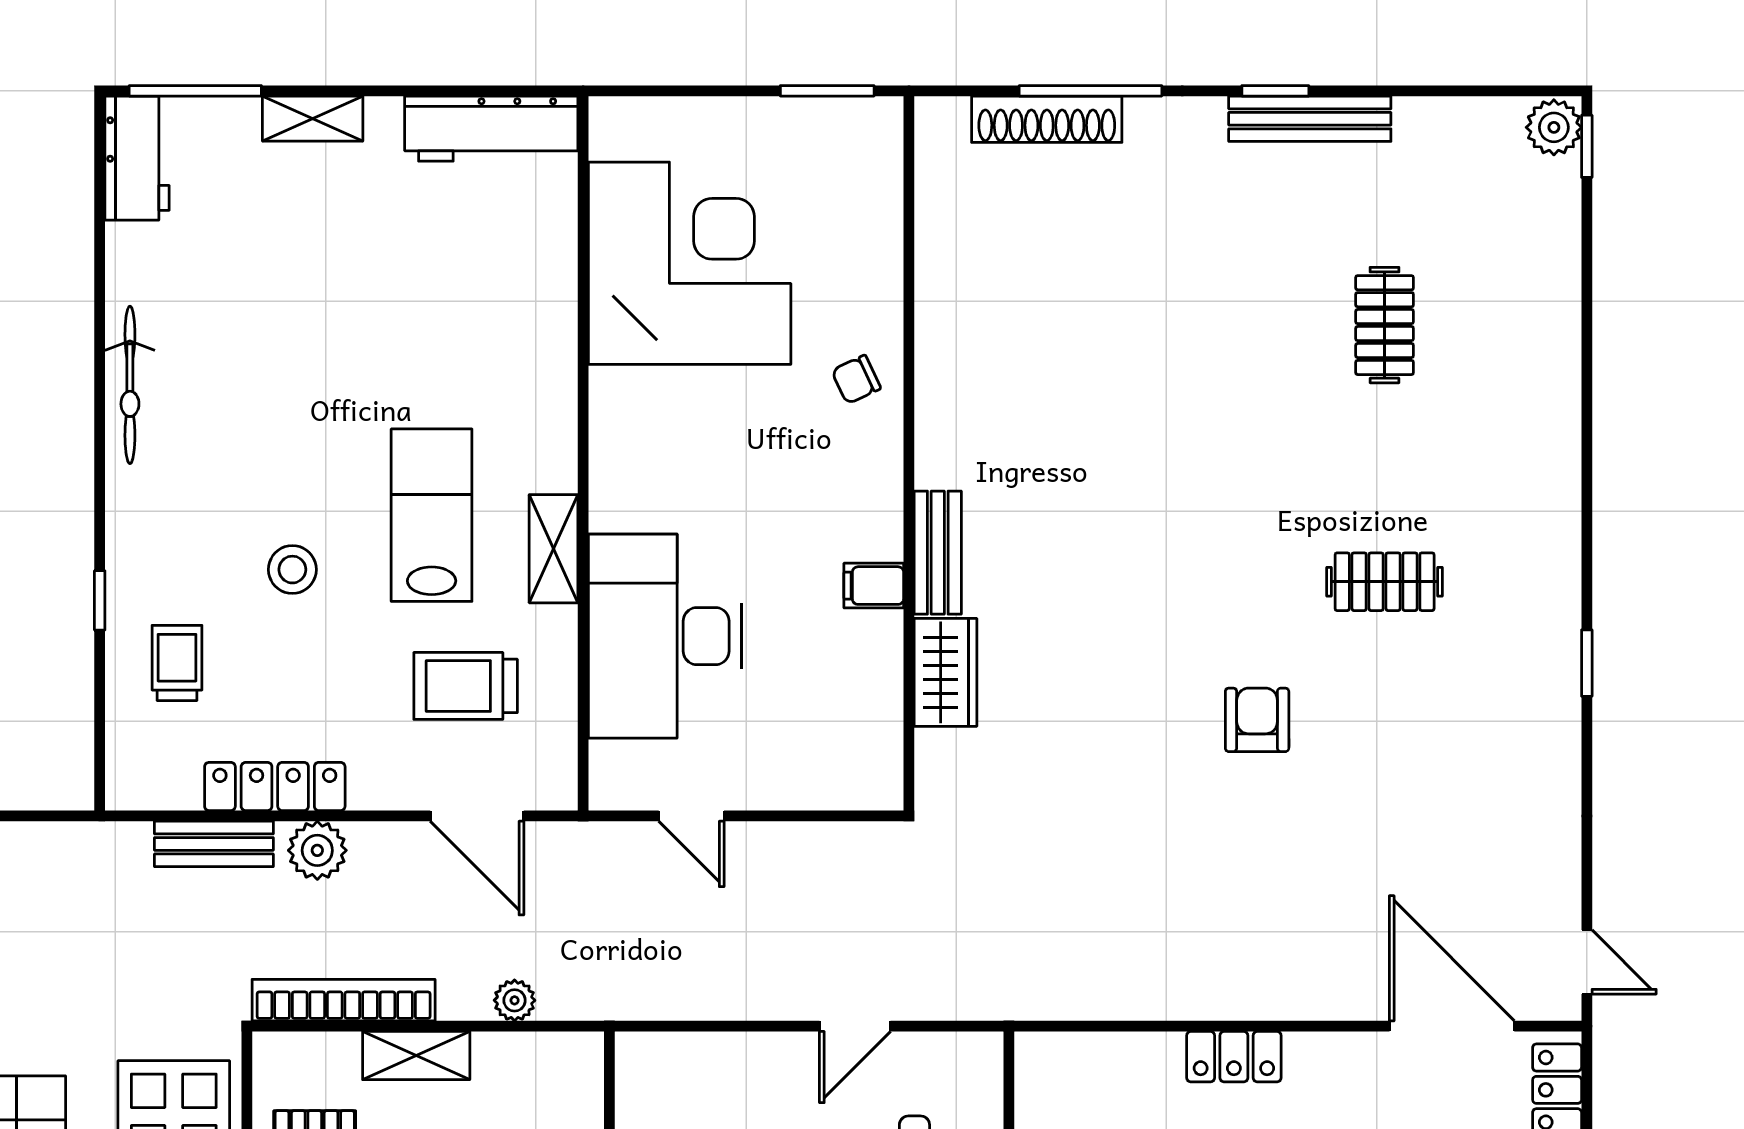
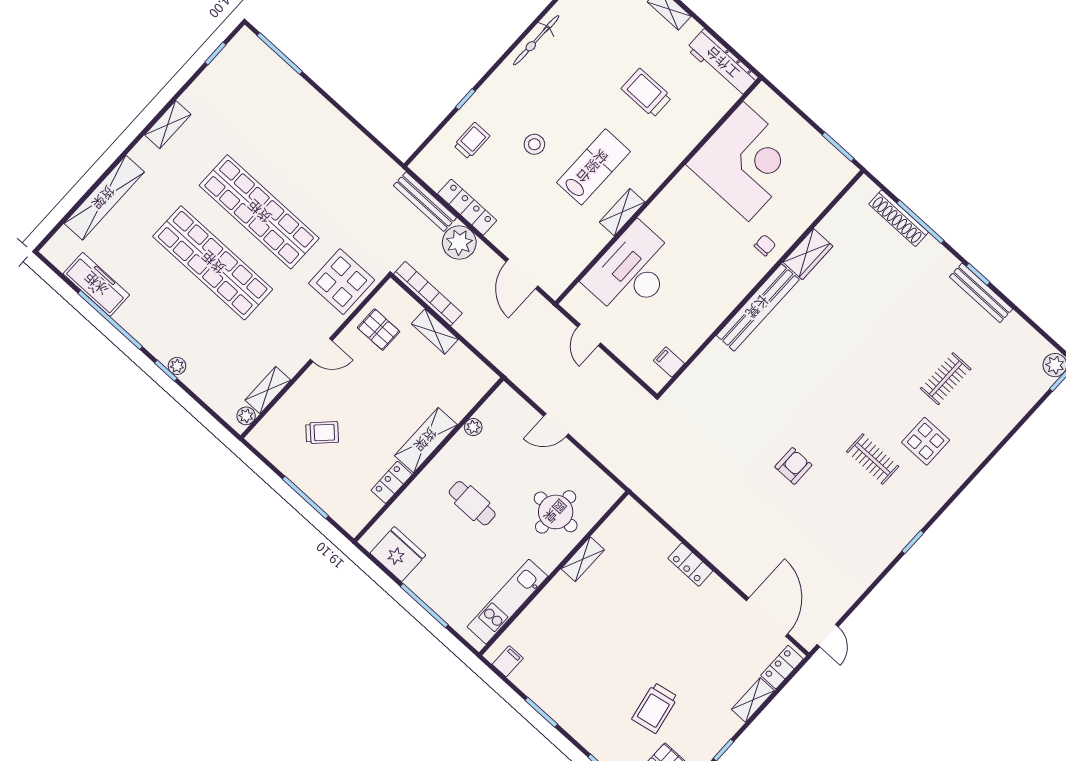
chair: (856, 379) -> (765, 245), turned 115
display table: (1449, 466) -> (926, 441), added
bench: (938, 553) -> (758, 307), width x1.86, depth x1.21
filing cabinet: (874, 586) -> (669, 362), moved
wardrobe: (946, 672) -> (808, 254), moved
trolley: (466, 686) -> (646, 93), moved
bench: (214, 844) -> (425, 202), width x1.36
plant: (317, 850) -> (459, 243), width x1.36, depth x1.36
plant: (515, 1000) -> (481, 342), removed
door: (855, 1026) -> (556, 425), moved

